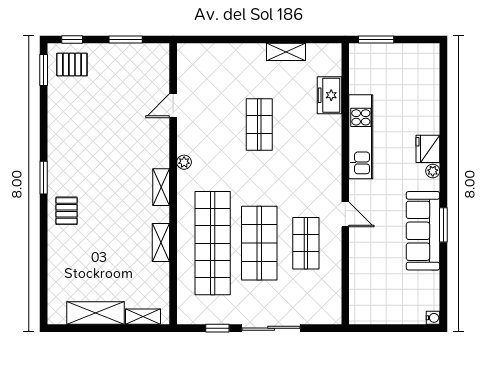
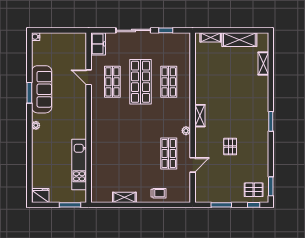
trolley: (230, 59) -> (158, 193), added
freezer: (330, 95) -> (98, 44), moved
shop shelf: (259, 124) -> (169, 153), moved
kitchen unit: (361, 137) -> (79, 165), moved
fridge: (428, 149) -> (41, 195), moved, turned -90
pallet: (67, 211) -> (230, 147), moved
door: (345, 214) -> (89, 77), moved
shelving: (161, 243) -> (263, 63), moved
shop shelf: (213, 243) -> (169, 82), width x0.50, depth x0.74

